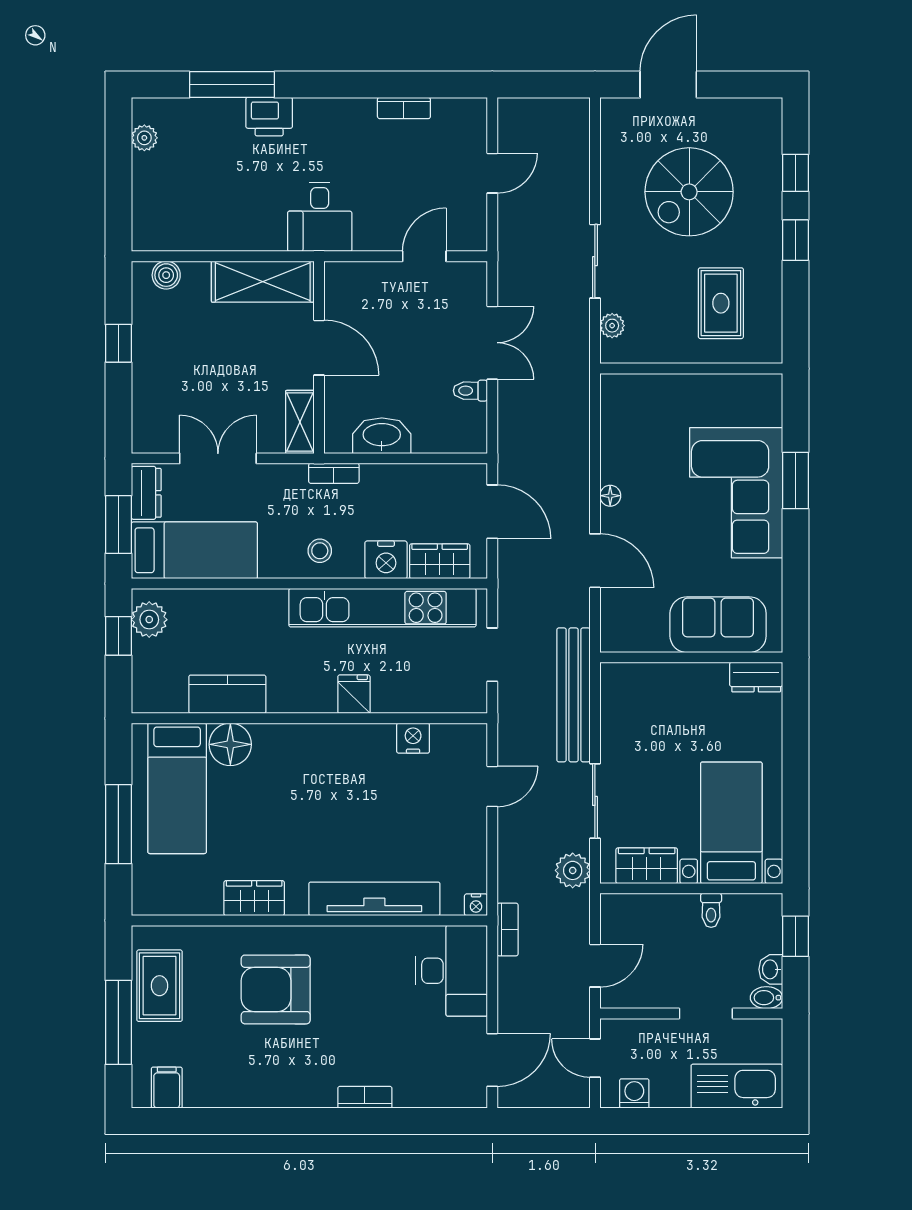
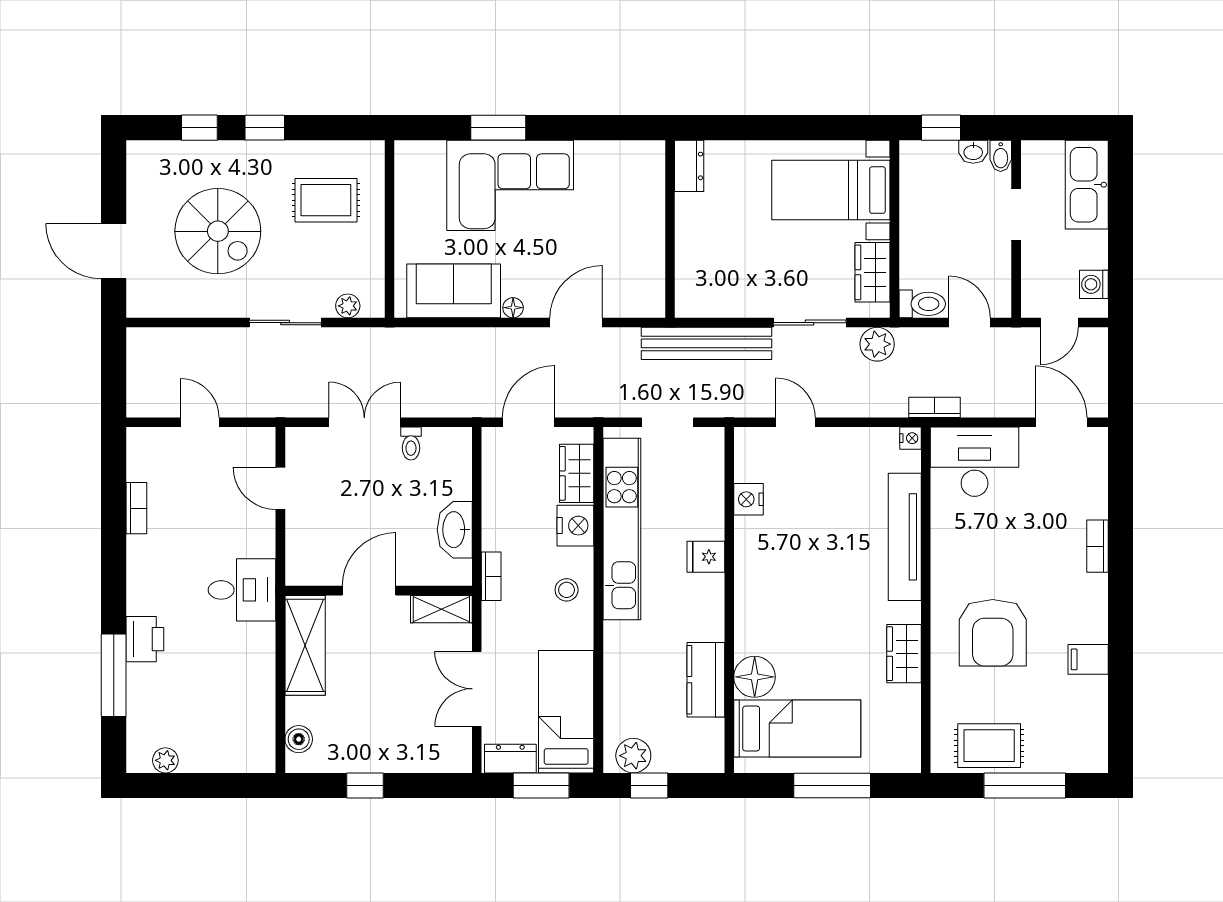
sofa: (718, 625) -> (454, 291), moved, turned 90
toilet: (711, 910) -> (922, 304), moved, width x1.37, depth x1.39
filing cabinet: (167, 1088) -> (1088, 659), moved

